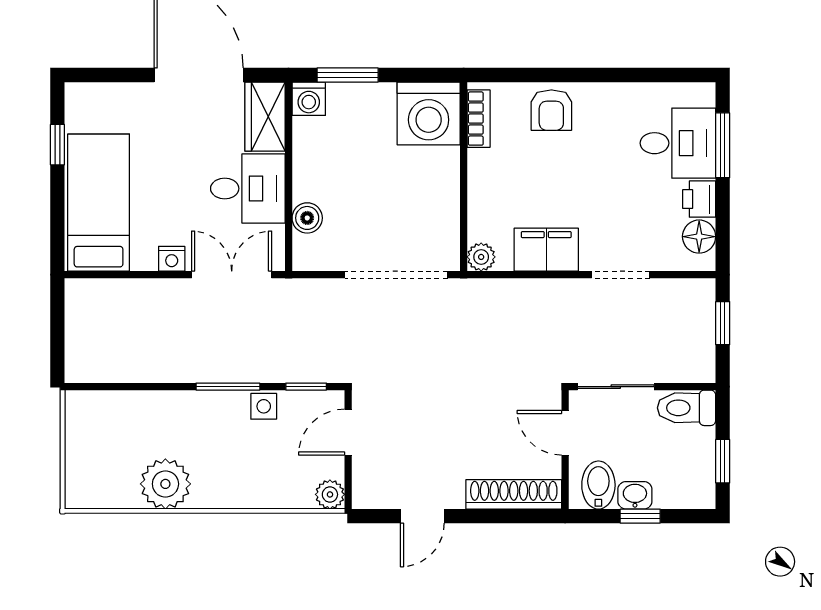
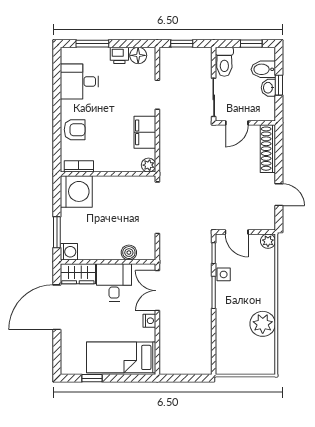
desk: (678, 143) -> (79, 81), moved, turned -90
bidet: (598, 485) -> (263, 69), moved

